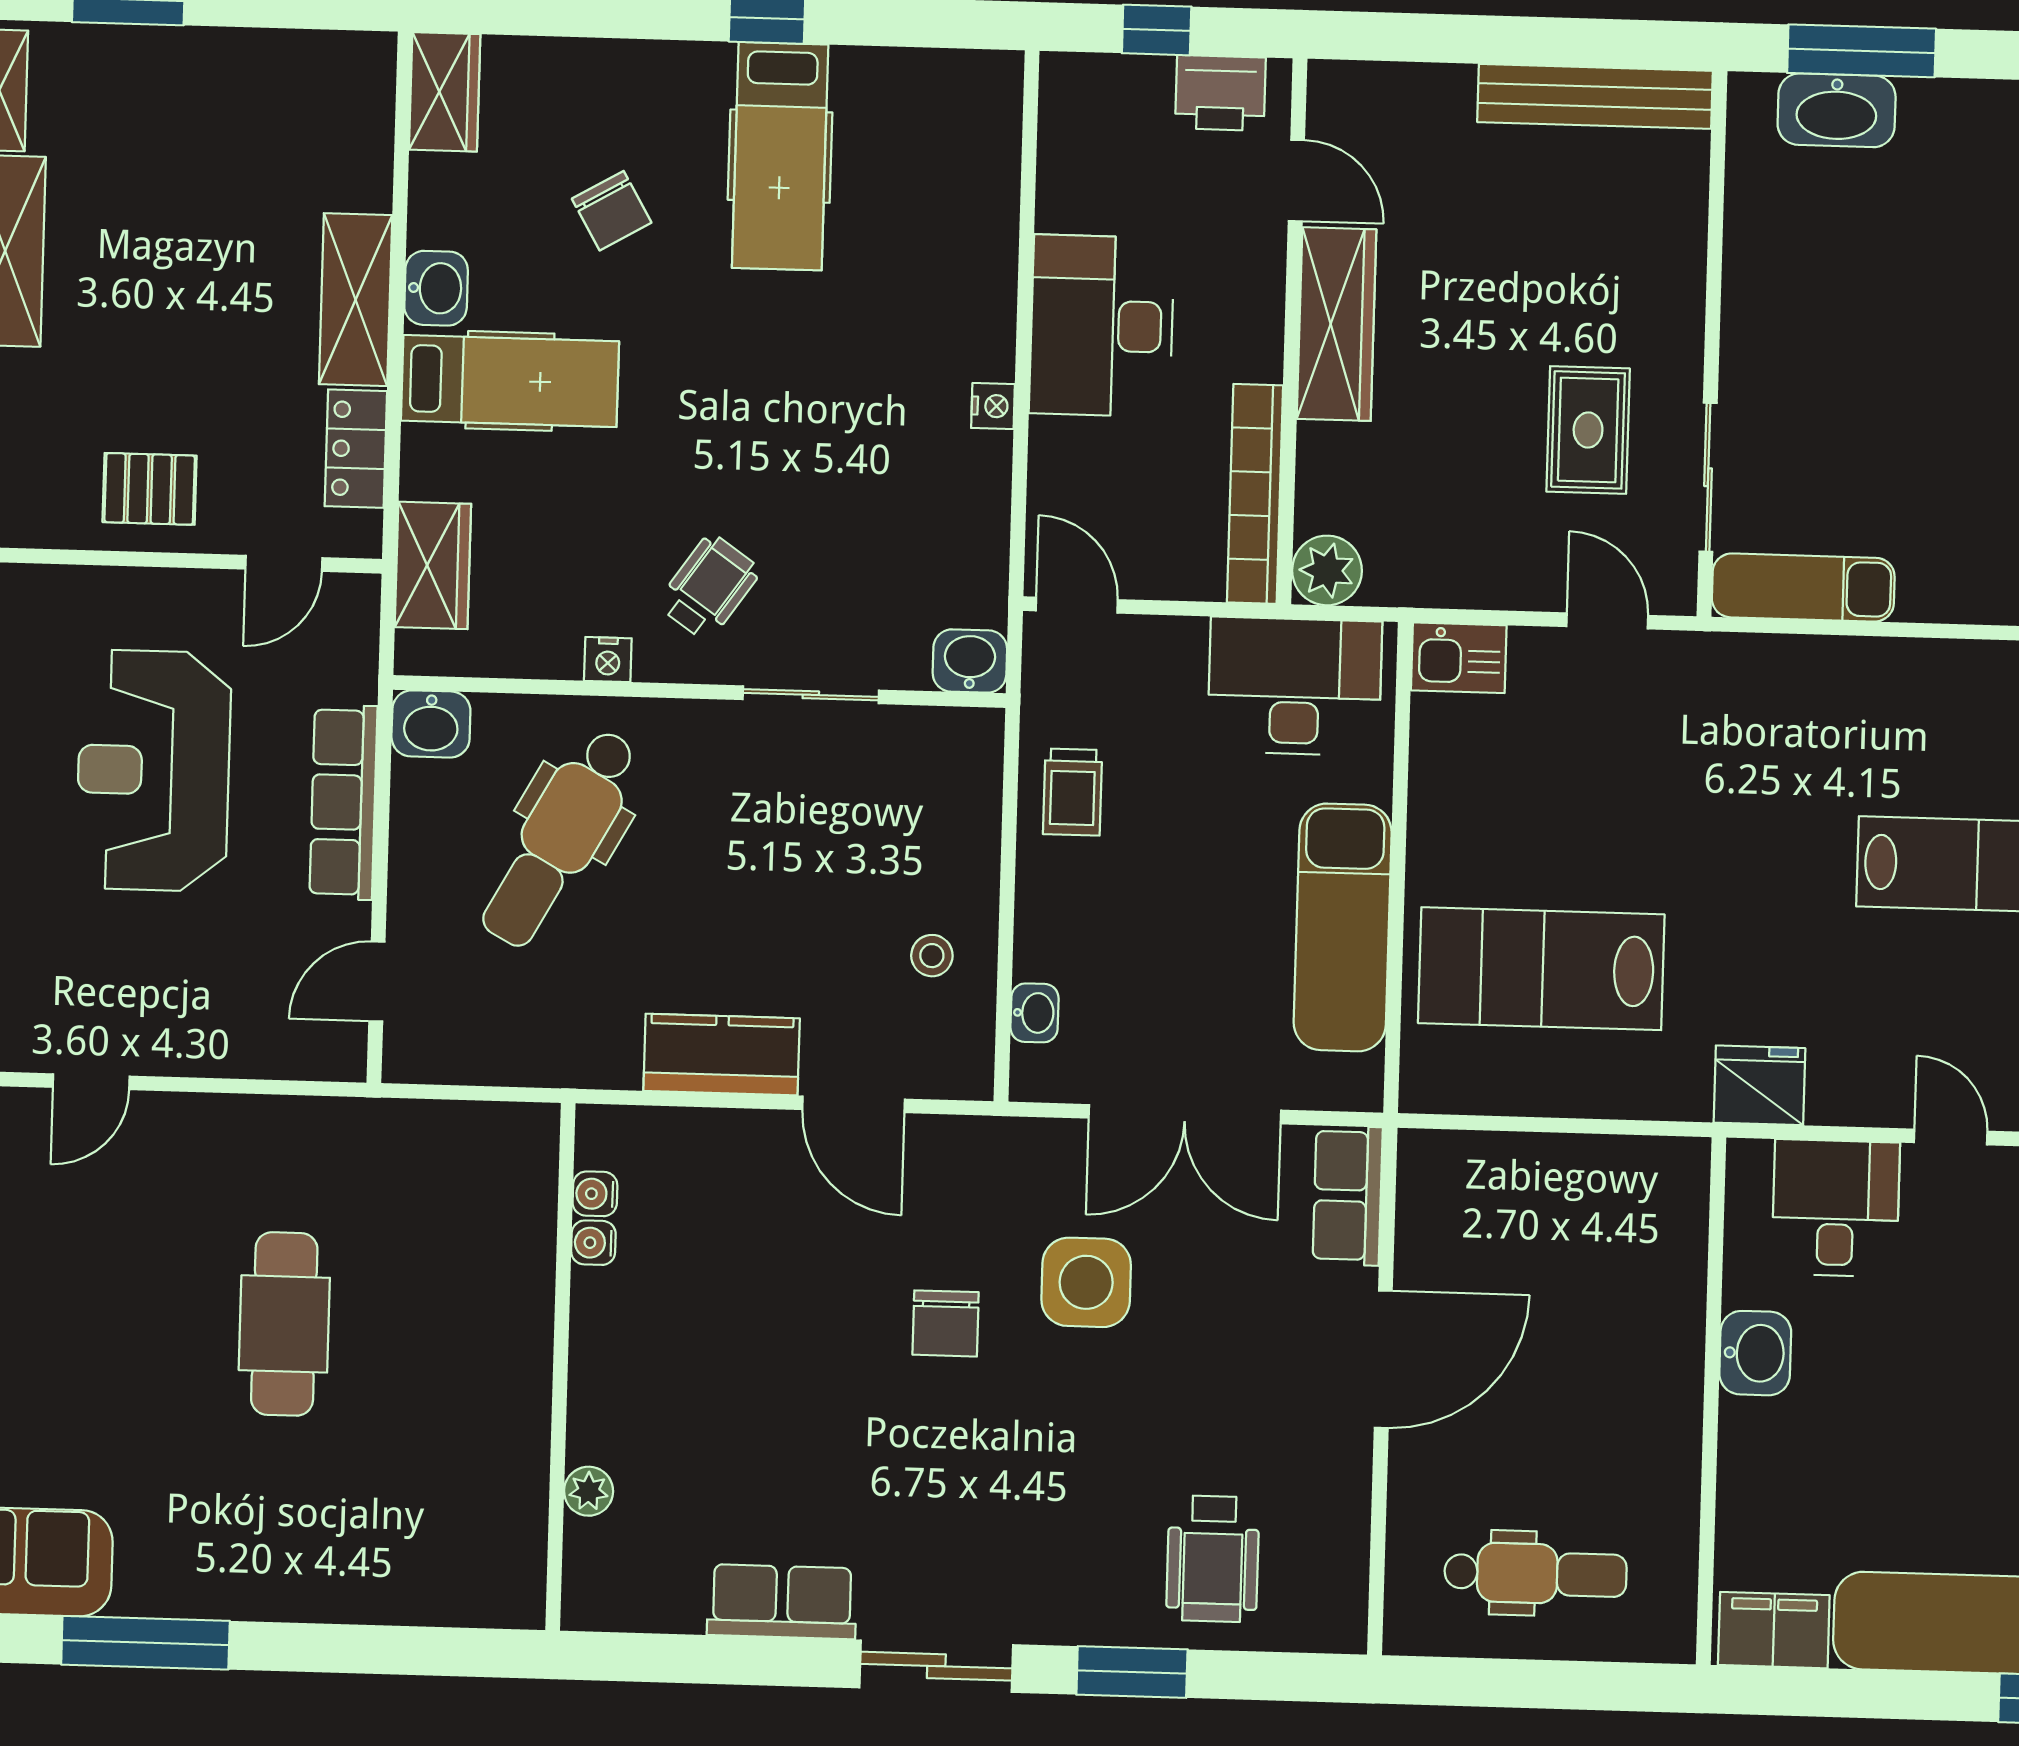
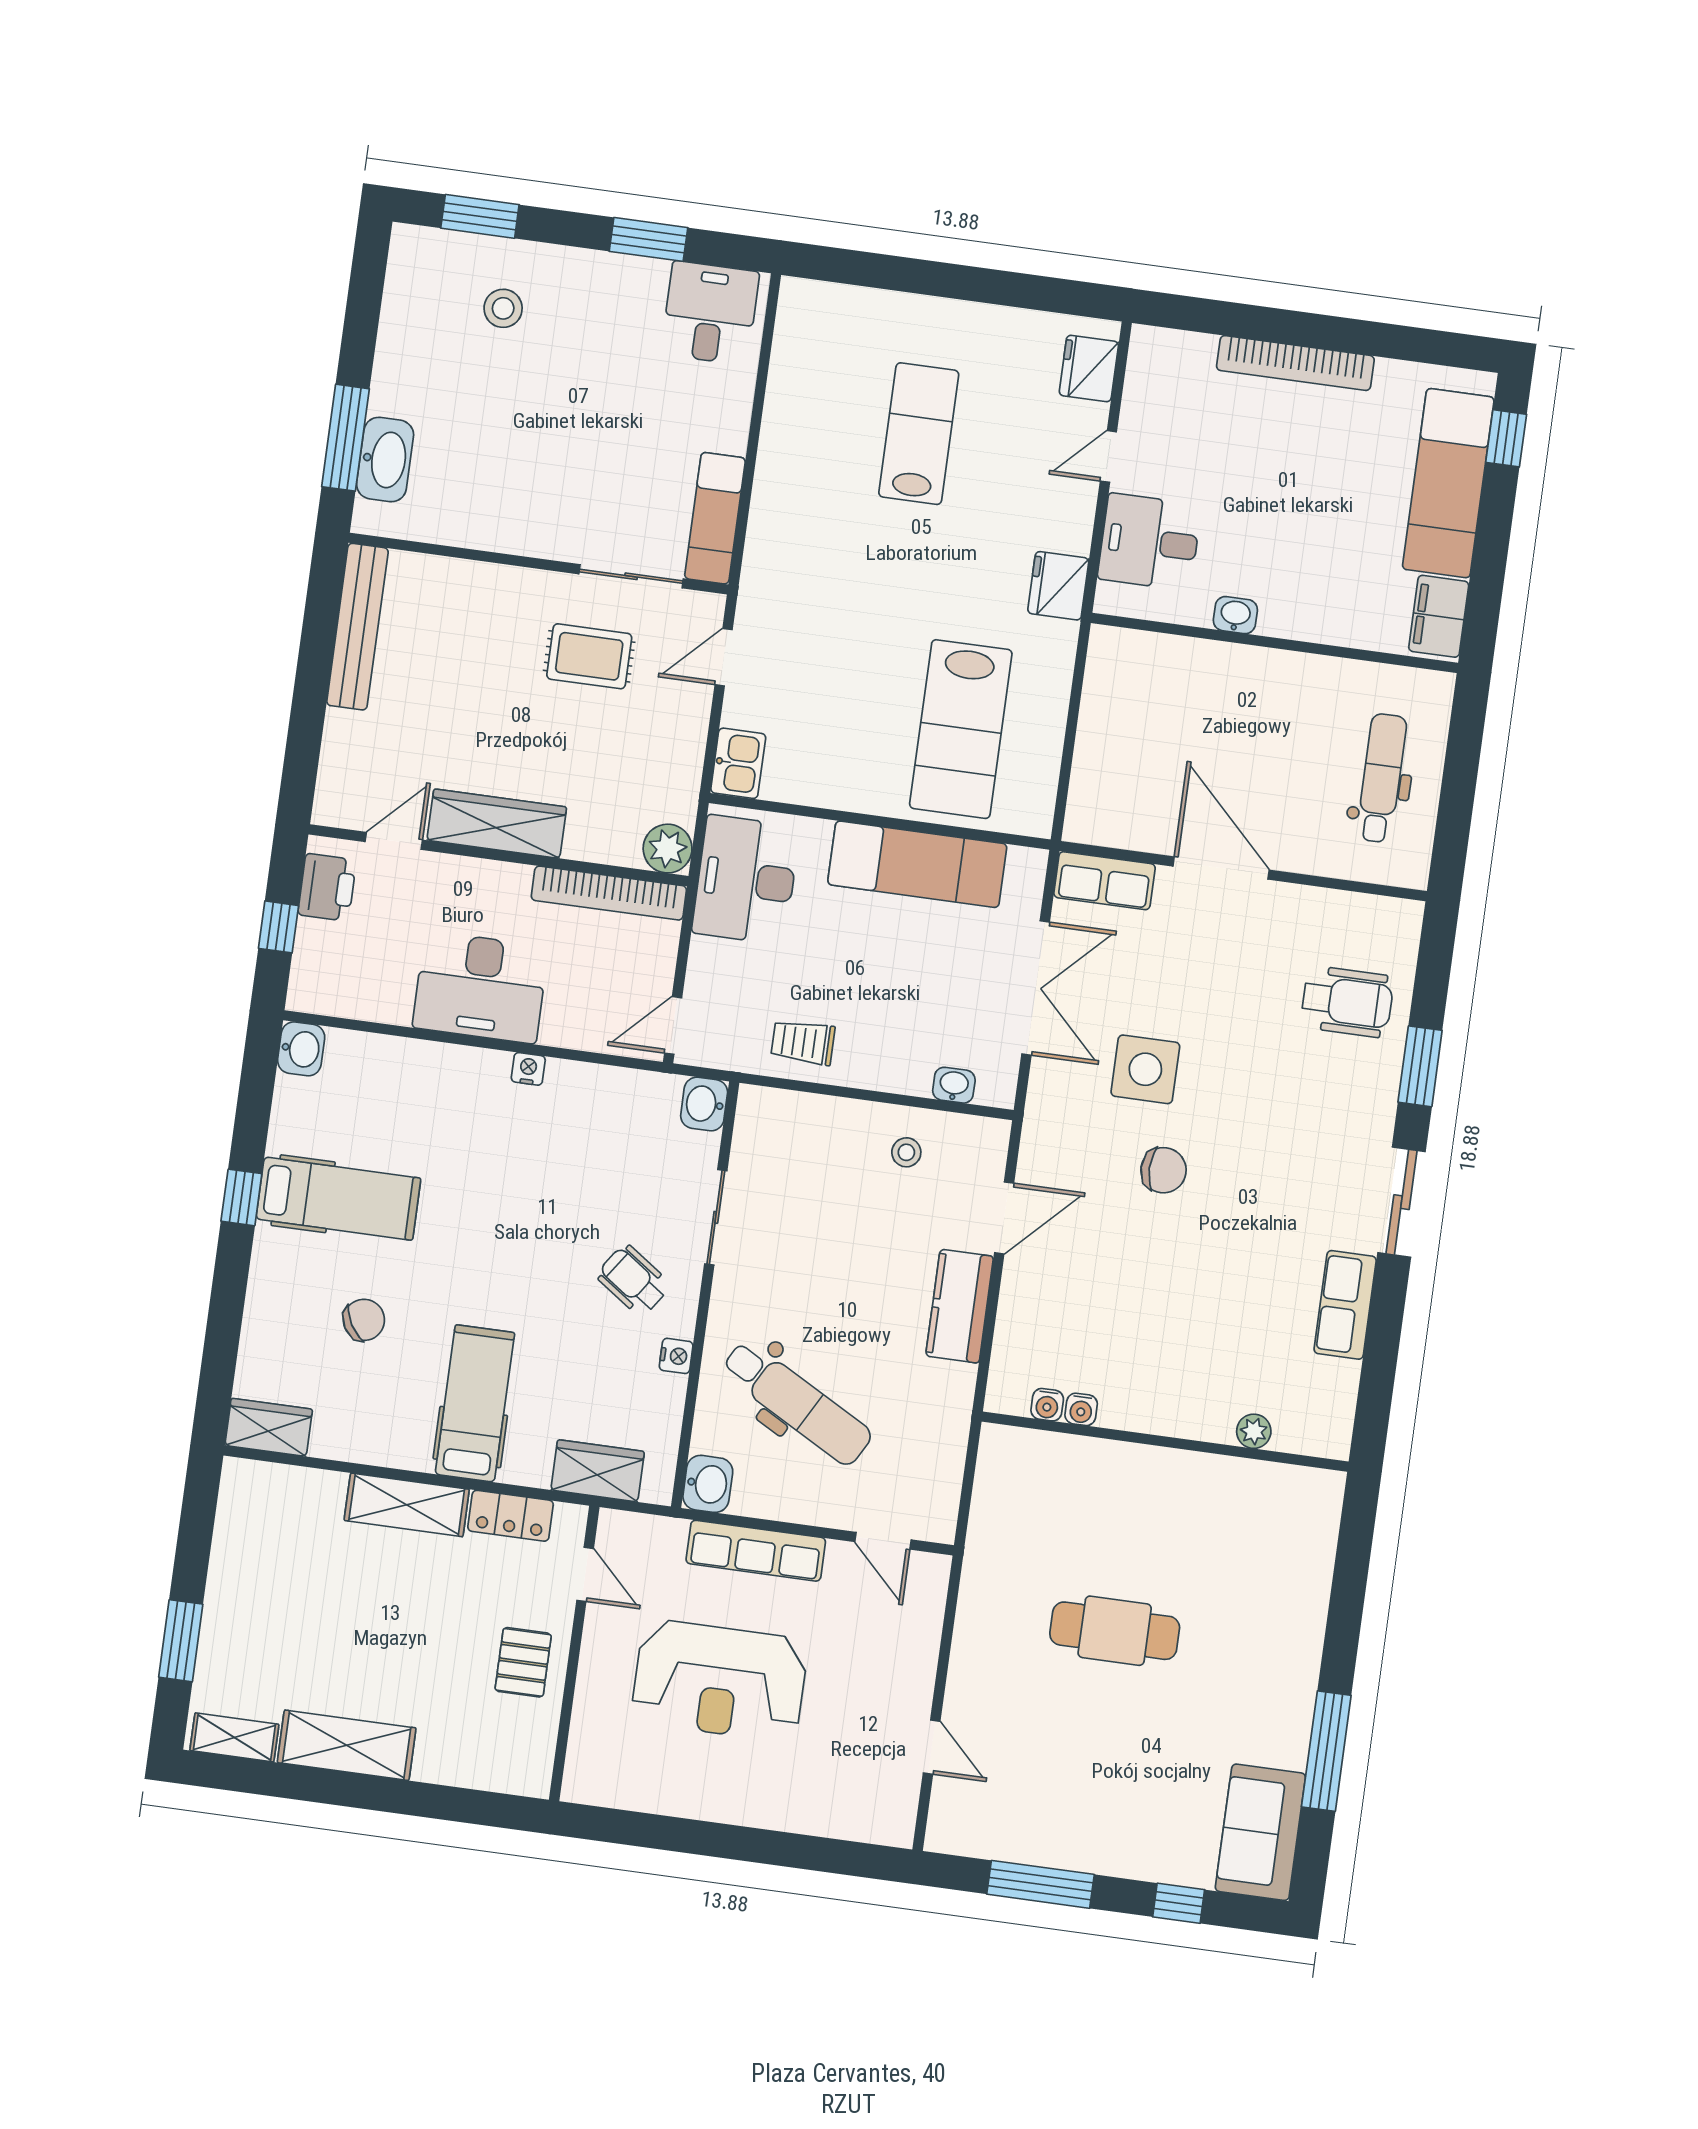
washbasin: (436, 288) -> (301, 1049), moved, turned 90
trolley: (1072, 792) -> (803, 1042), turned 180
washbasin: (1755, 1353) -> (1235, 615), width x0.72, depth x0.69

